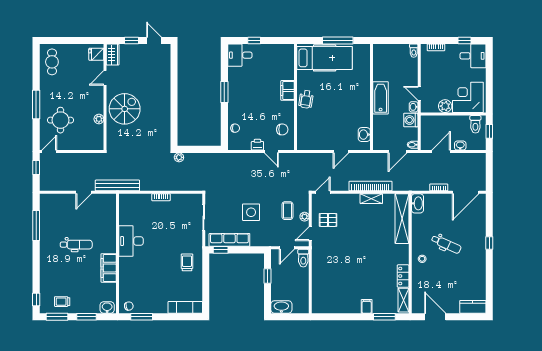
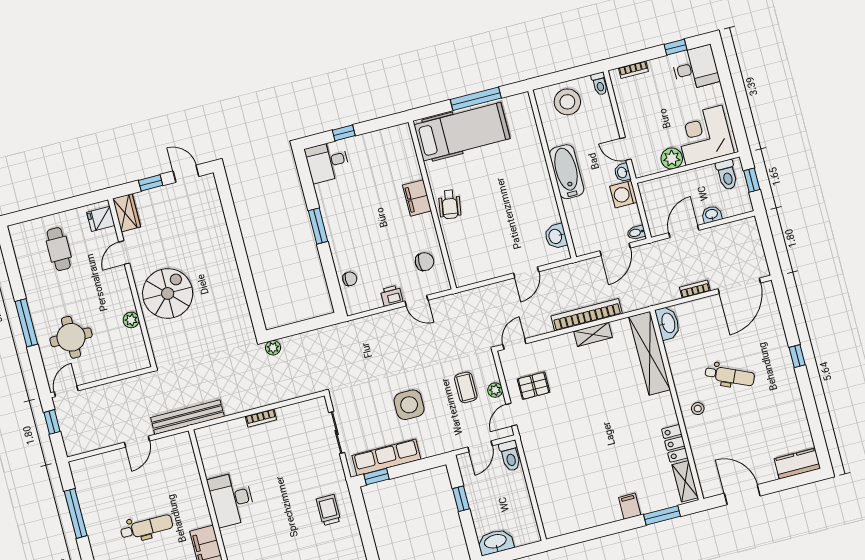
stool: (392, 56) -> (567, 102), added
cafe table: (52, 62) -> (59, 249), moved

